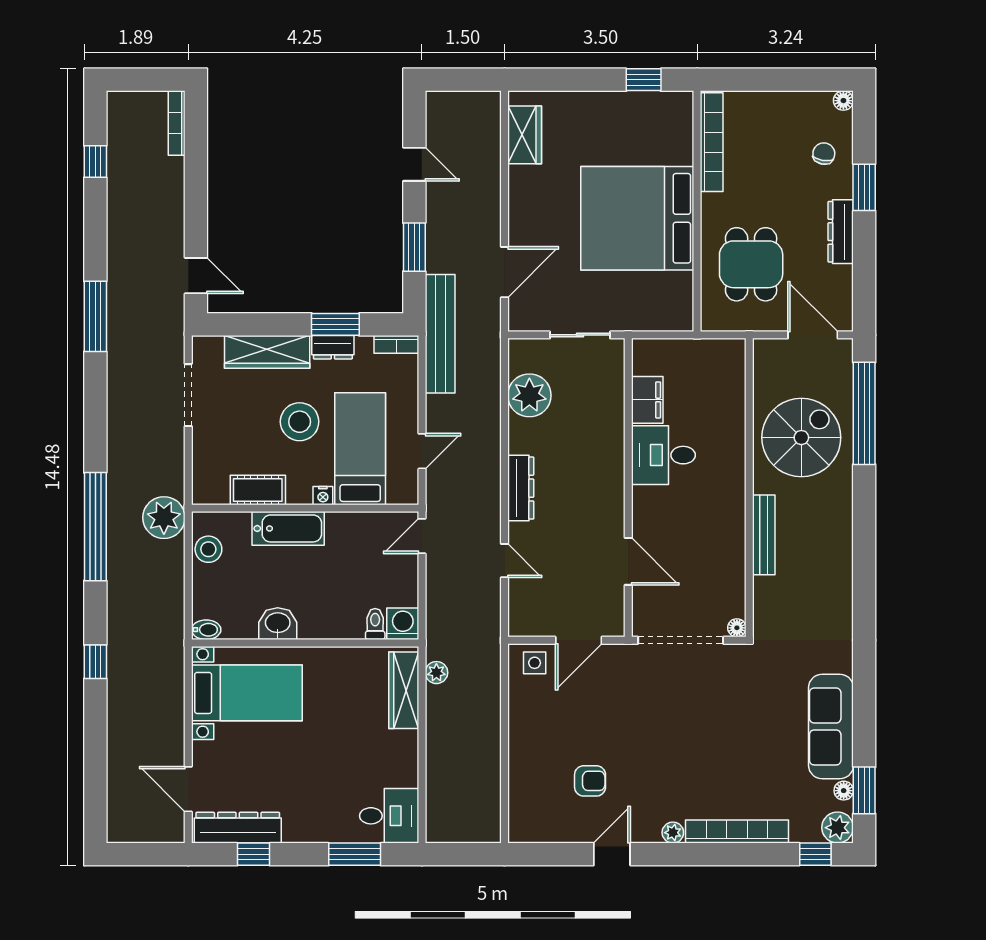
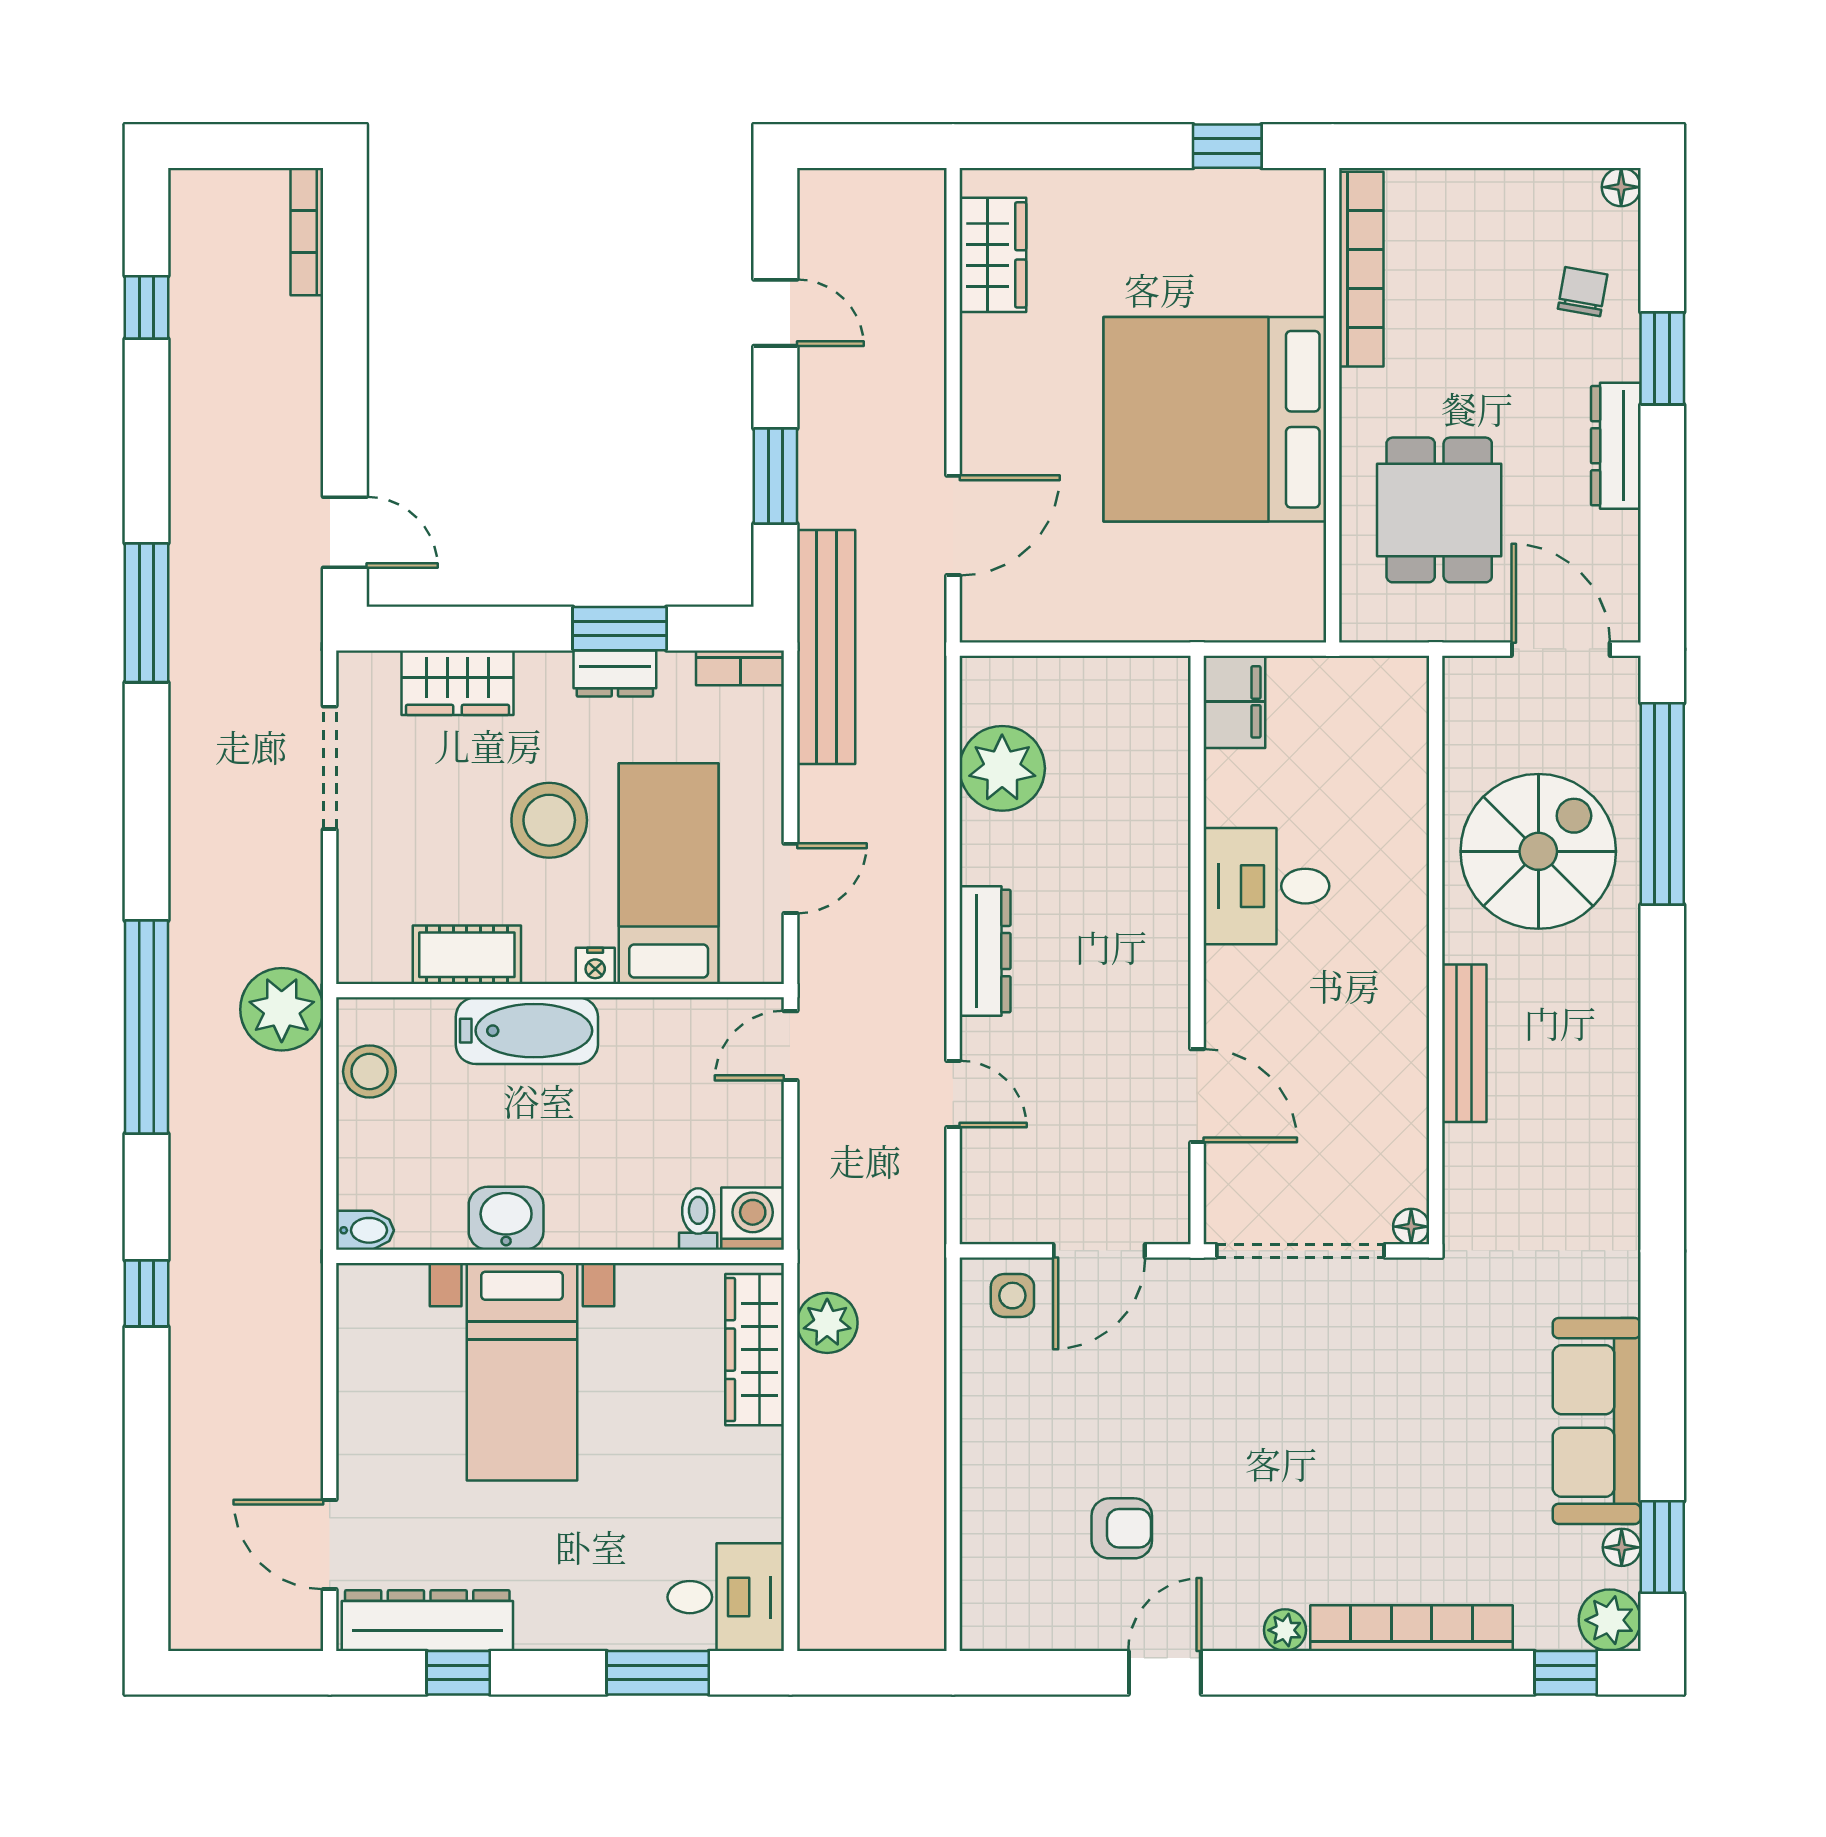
sliding door: (580, 335) -> (1102, 649), removed
wardrobe: (267, 352) -> (458, 683), width x0.67
filing cabinet: (647, 400) -> (1234, 702), moved
plant: (436, 673) -> (827, 1323), width x1.38, depth x1.38
bed with nightstands: (247, 693) -> (522, 1372), moved, turned 90

